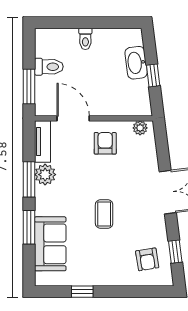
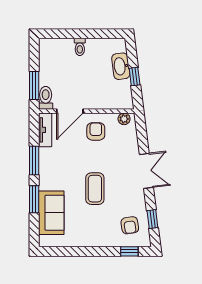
toilet: (49, 67) -> (46, 98), moved, turned -90
door: (73, 118) -> (70, 111), swing flipped
plant: (45, 175) -> (47, 157), removed
coffee table: (104, 214) -> (95, 189), width x1.36, depth x1.30
window: (82, 292) -> (129, 251), moved

